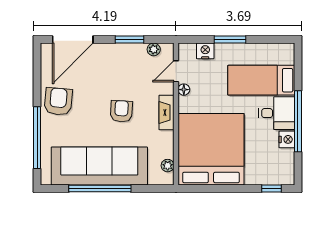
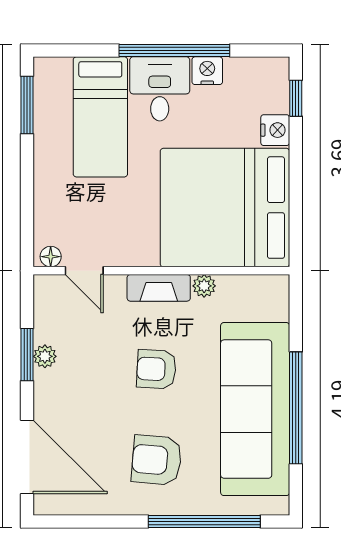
window: (230, 40) -> (27, 105), moved
plant: (154, 49) -> (45, 356), moved
nightstand: (205, 51) -> (275, 130), moved, turned 180
floor lamp: (184, 90) -> (51, 257), moved
armchair: (58, 101) -> (157, 460), moved
plant: (168, 166) -> (204, 286), moved

